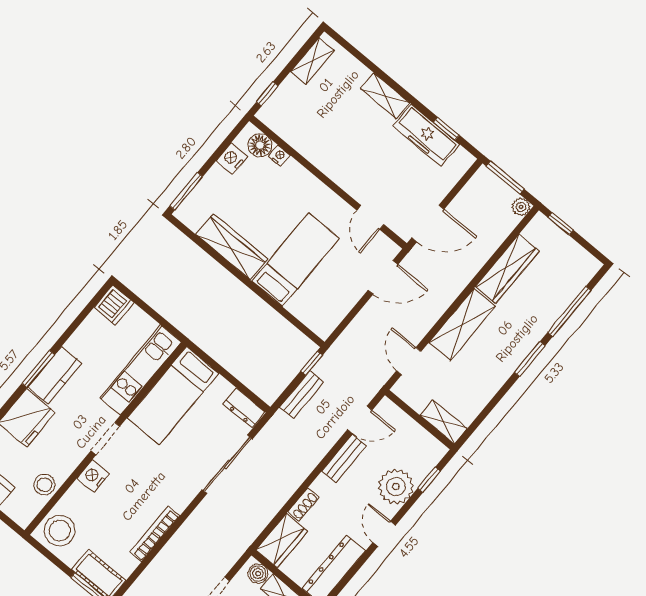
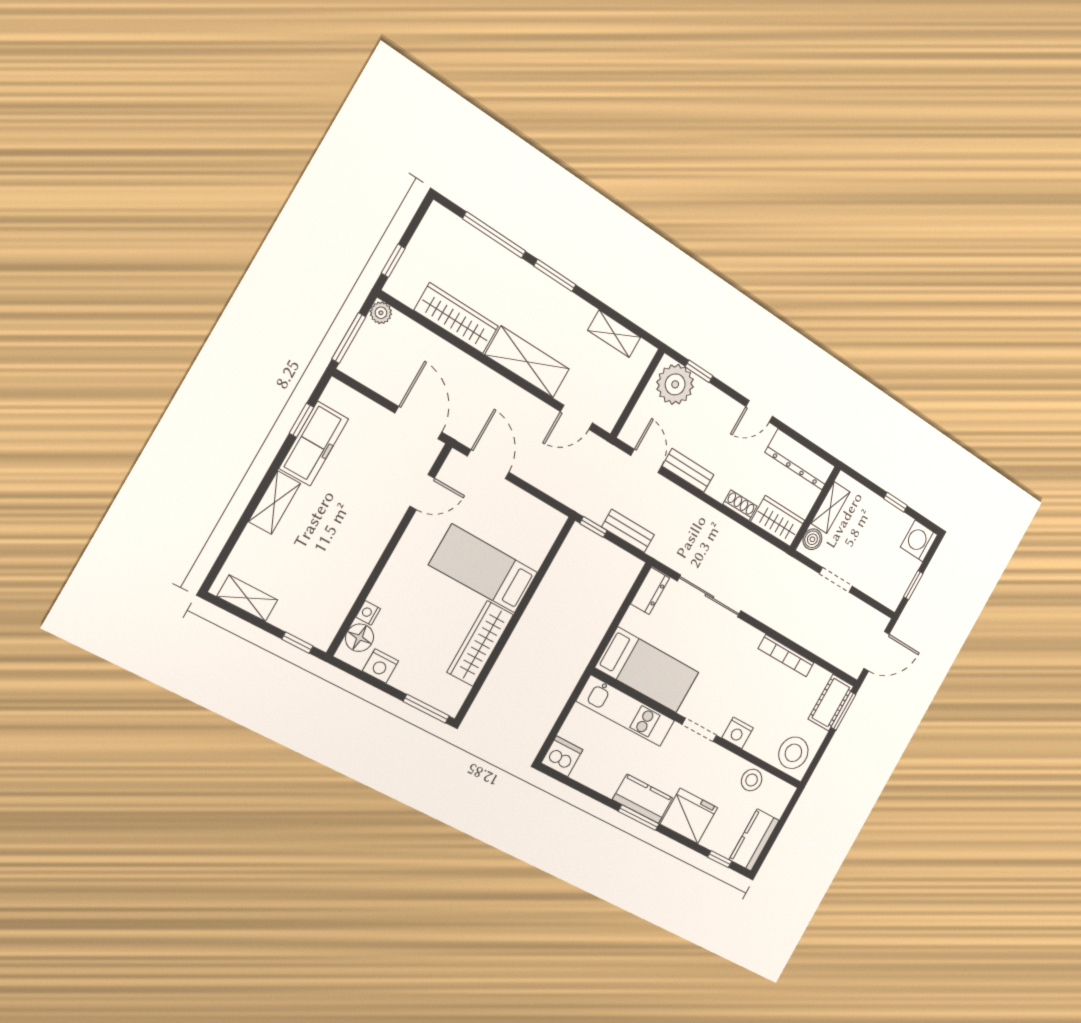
shelving: (444, 422) -> (614, 334), moved, turned 90
plant: (396, 487) -> (675, 384), moved

